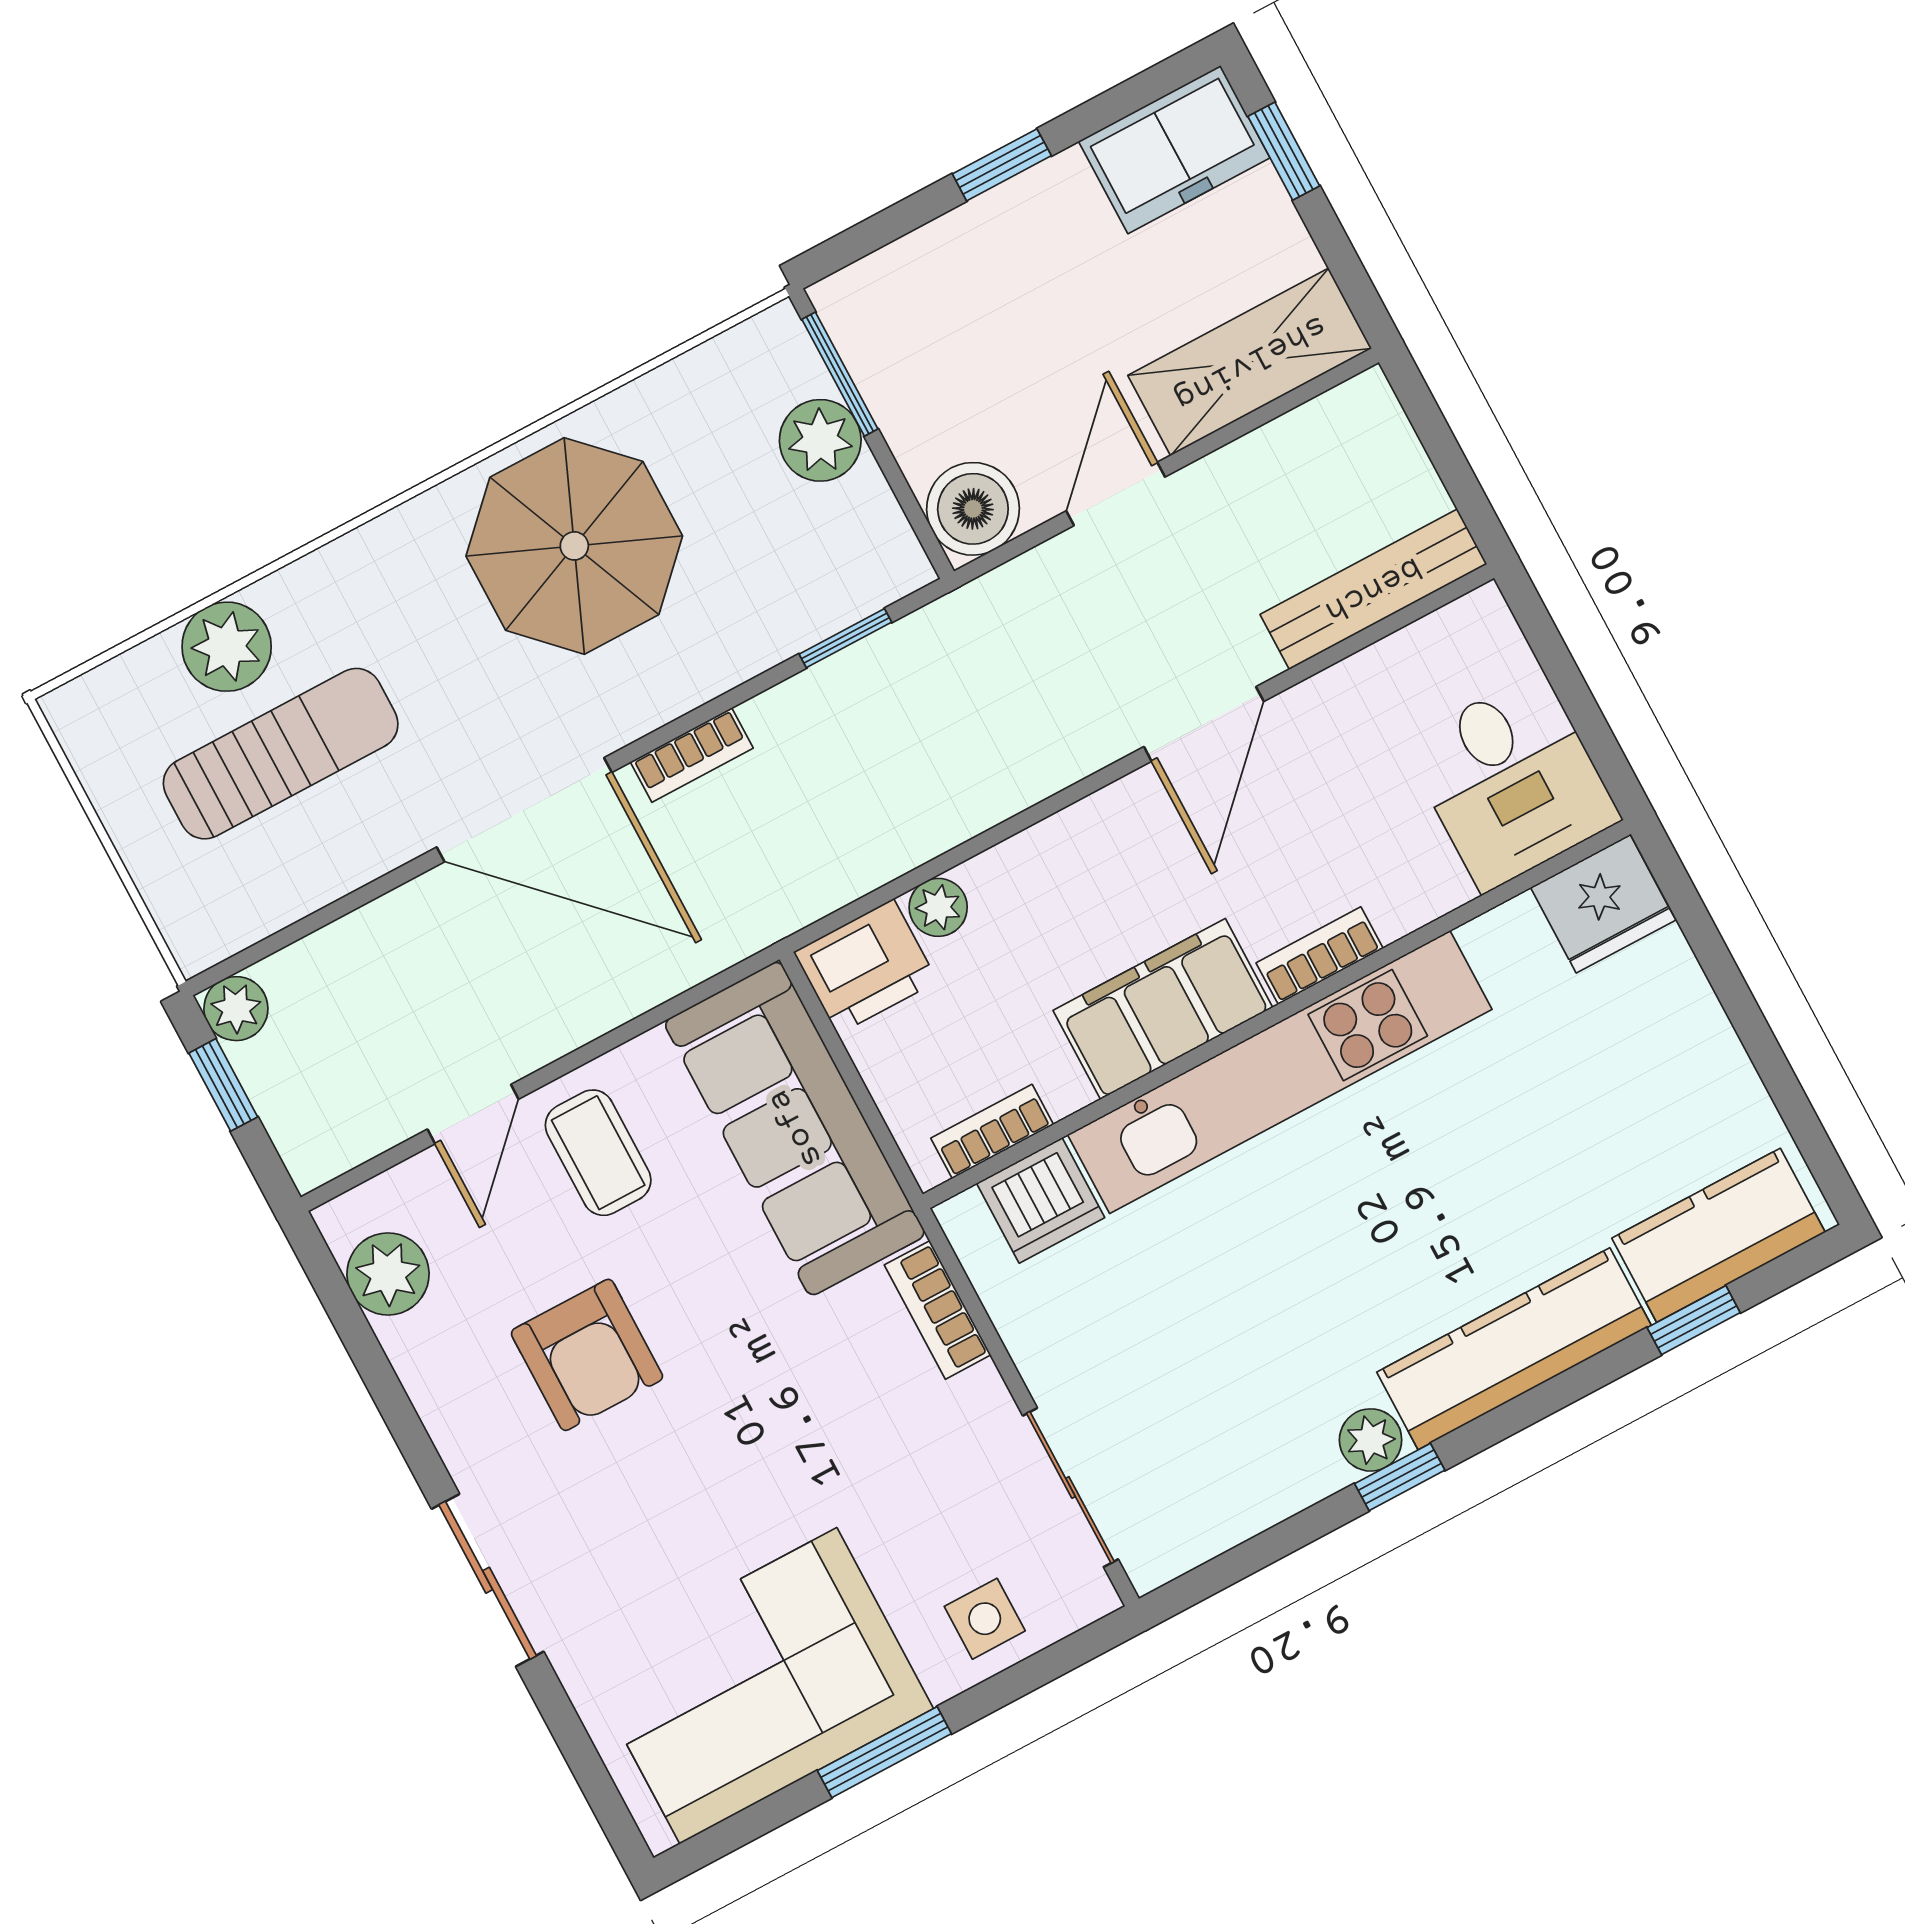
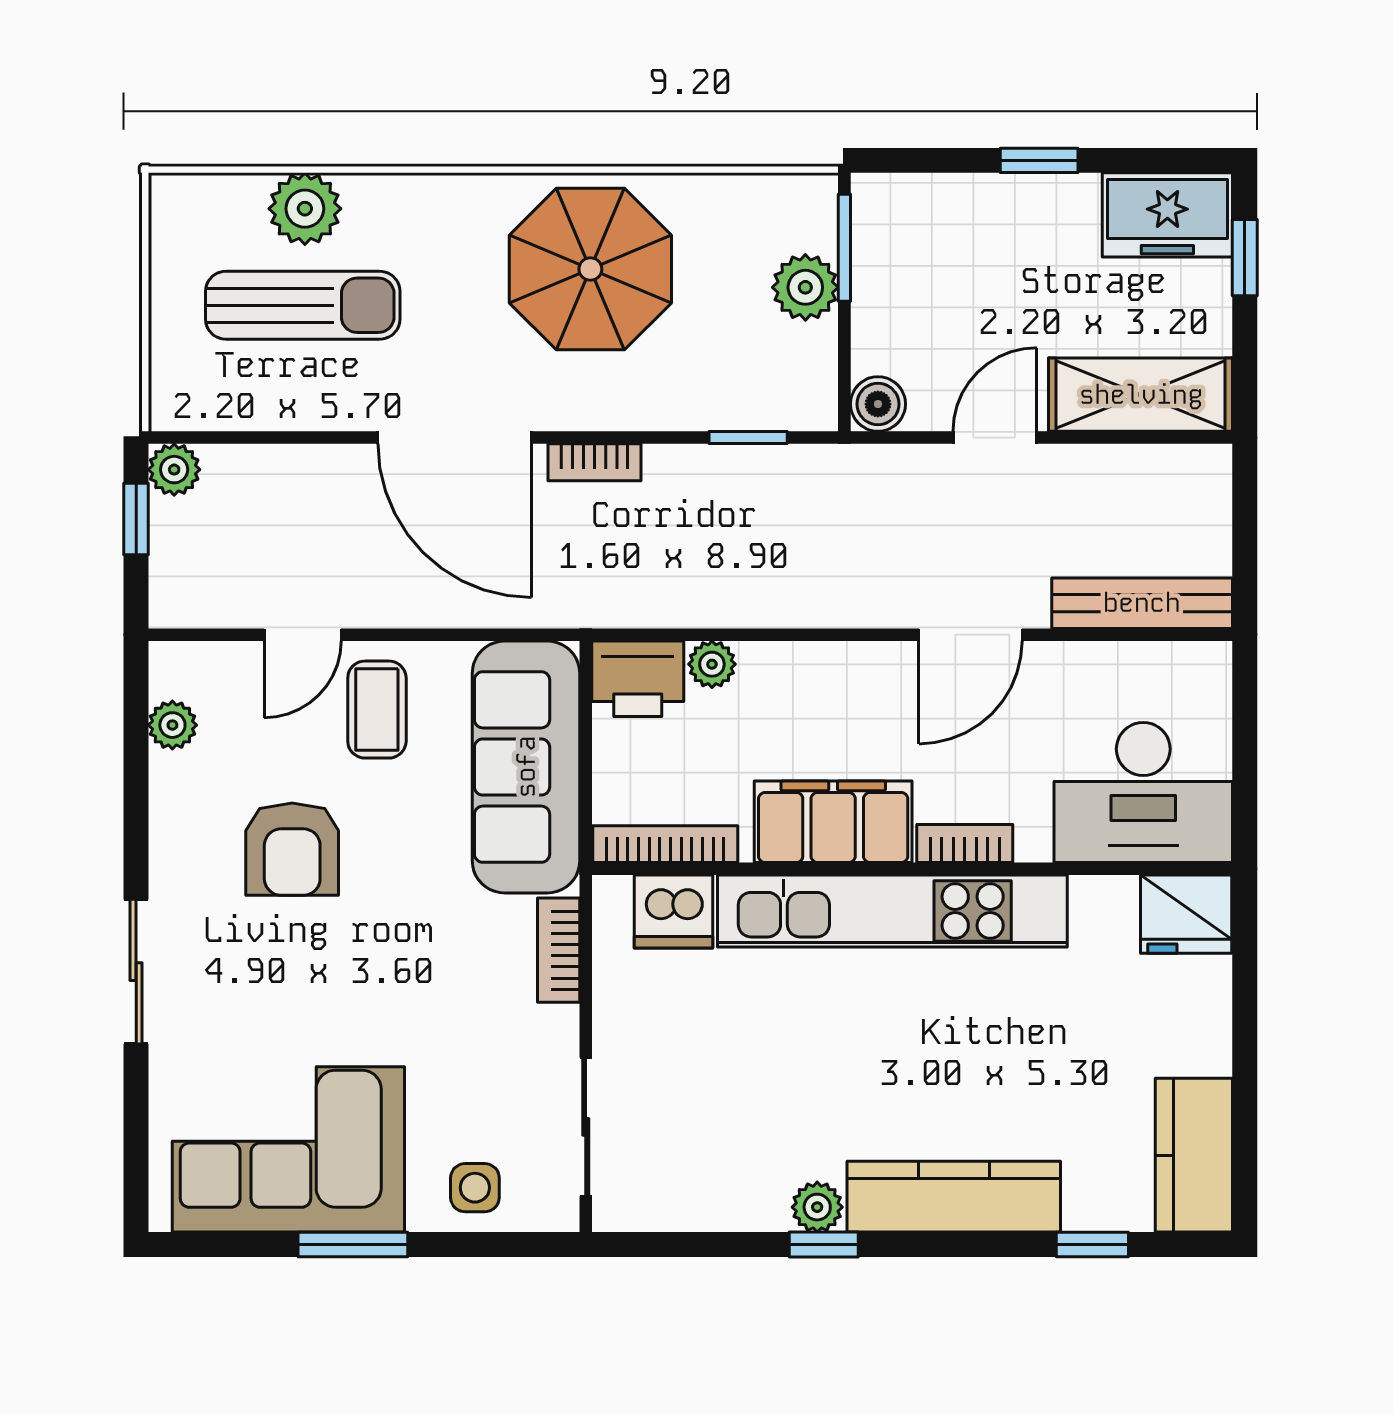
boiler: (973, 509) -> (878, 404), width x0.73, depth x0.73
desk: (1512, 782) -> (1143, 793), width x1.37
bookcase: (992, 1131) -> (665, 844), width x1.56
kitchen counter: (1718, 1235) -> (1194, 1155), moved, turned -90
plant: (388, 1274) -> (172, 725), width x0.73, depth x0.73

